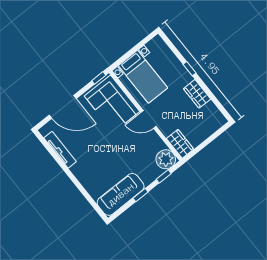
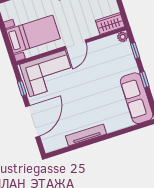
window: (99, 78) -> (22, 88), moved
tv unit: (60, 150) -> (86, 135), moved
plant: (166, 159) -> (123, 37), width x0.53, depth x0.53

